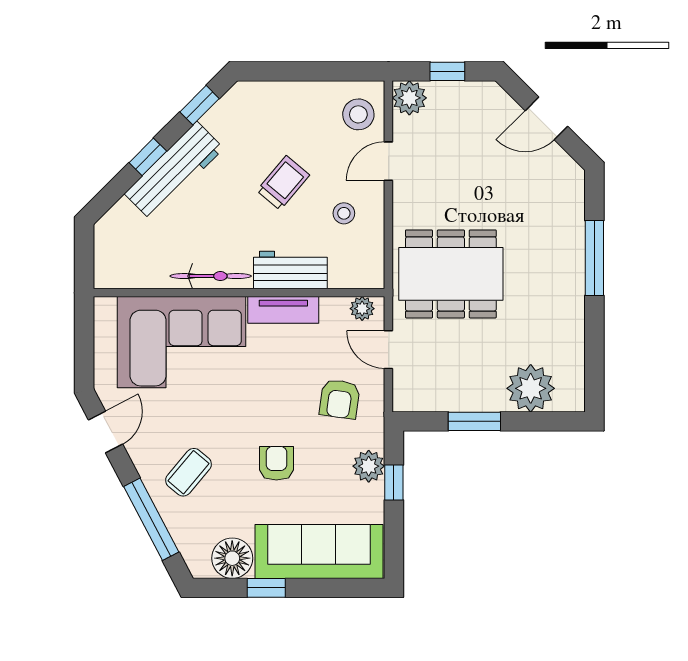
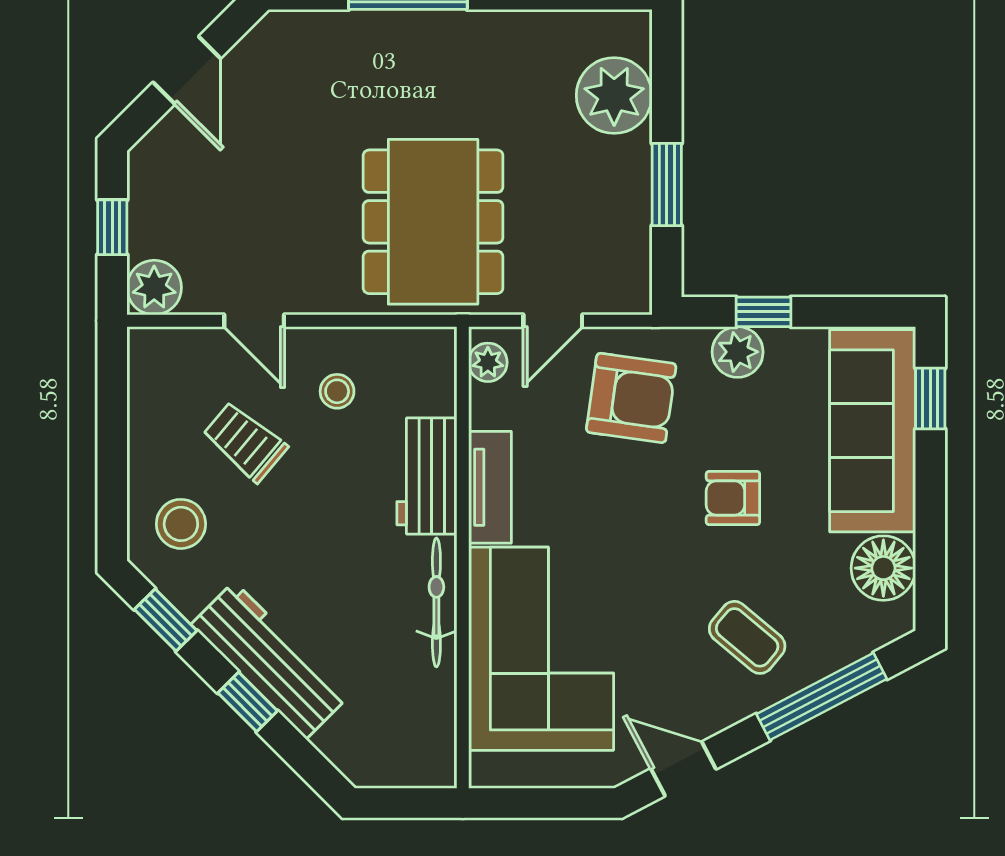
stool: (358, 114) -> (181, 524), moved
trolley: (283, 183) -> (245, 442), moved
armchair: (340, 399) -> (631, 398), width x1.38, depth x1.38
window: (266, 588) -> (930, 399), moved

